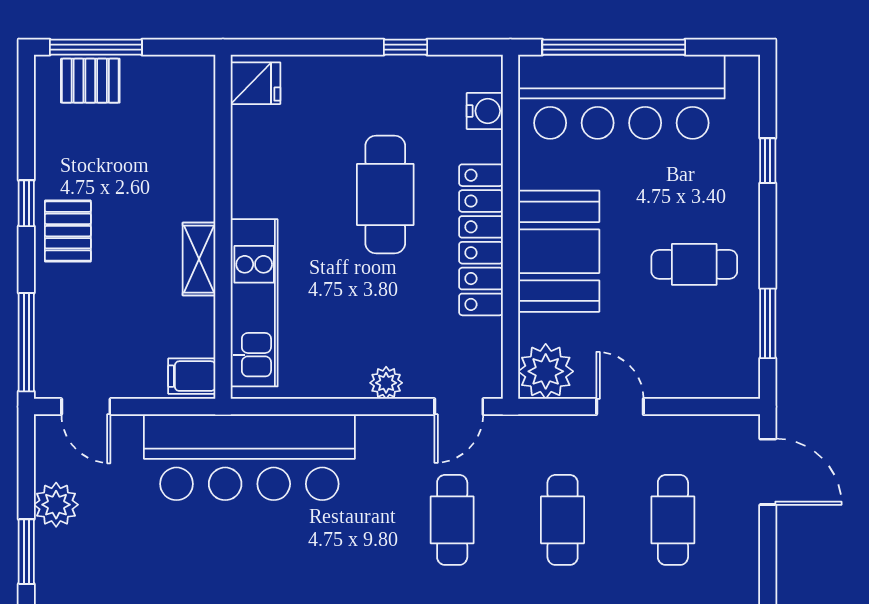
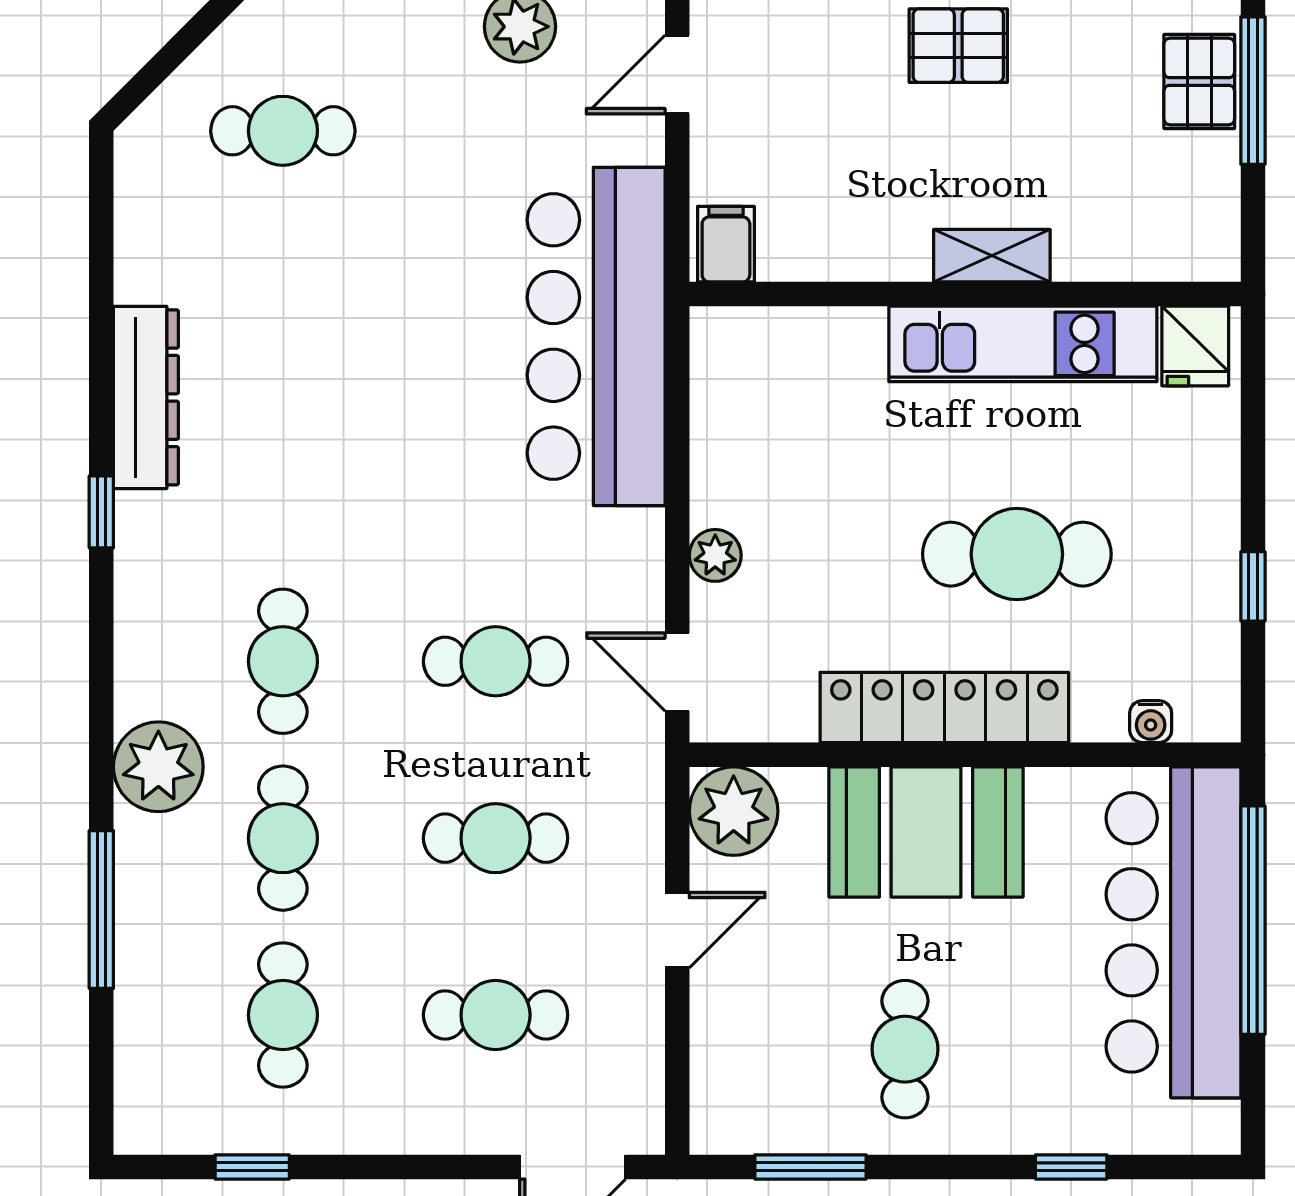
water cooler: (485, 111) -> (1151, 722), width x0.72, depth x0.72
shelving: (199, 259) -> (992, 256), moved
kitchen unit: (254, 303) -> (1023, 344), moved

